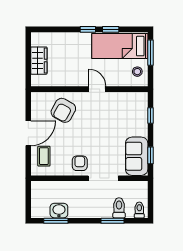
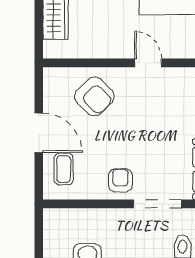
armchair: (63, 110) -> (94, 96), turned -74
door: (28, 133) -> (39, 133), hinge flipped

